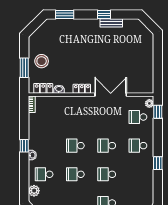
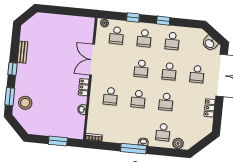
window: (104, 14) -> (13, 69), moved
stool: (42, 61) -> (25, 103), moved
locker: (43, 88) -> (80, 125), removed
window: (158, 112) -> (133, 18), moved
school desk: (75, 117) -> (110, 96), added
window: (24, 146) -> (133, 149), width x2.17
school desk: (138, 174) -> (172, 41), added

